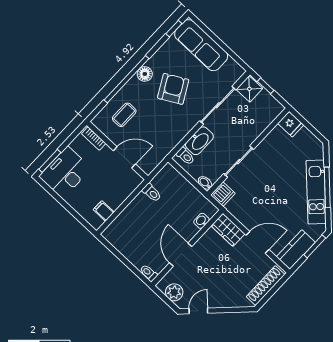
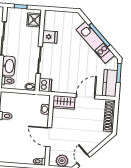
shower: (249, 89) -> (34, 20), moved
fridge: (291, 124) -> (50, 37), moved

